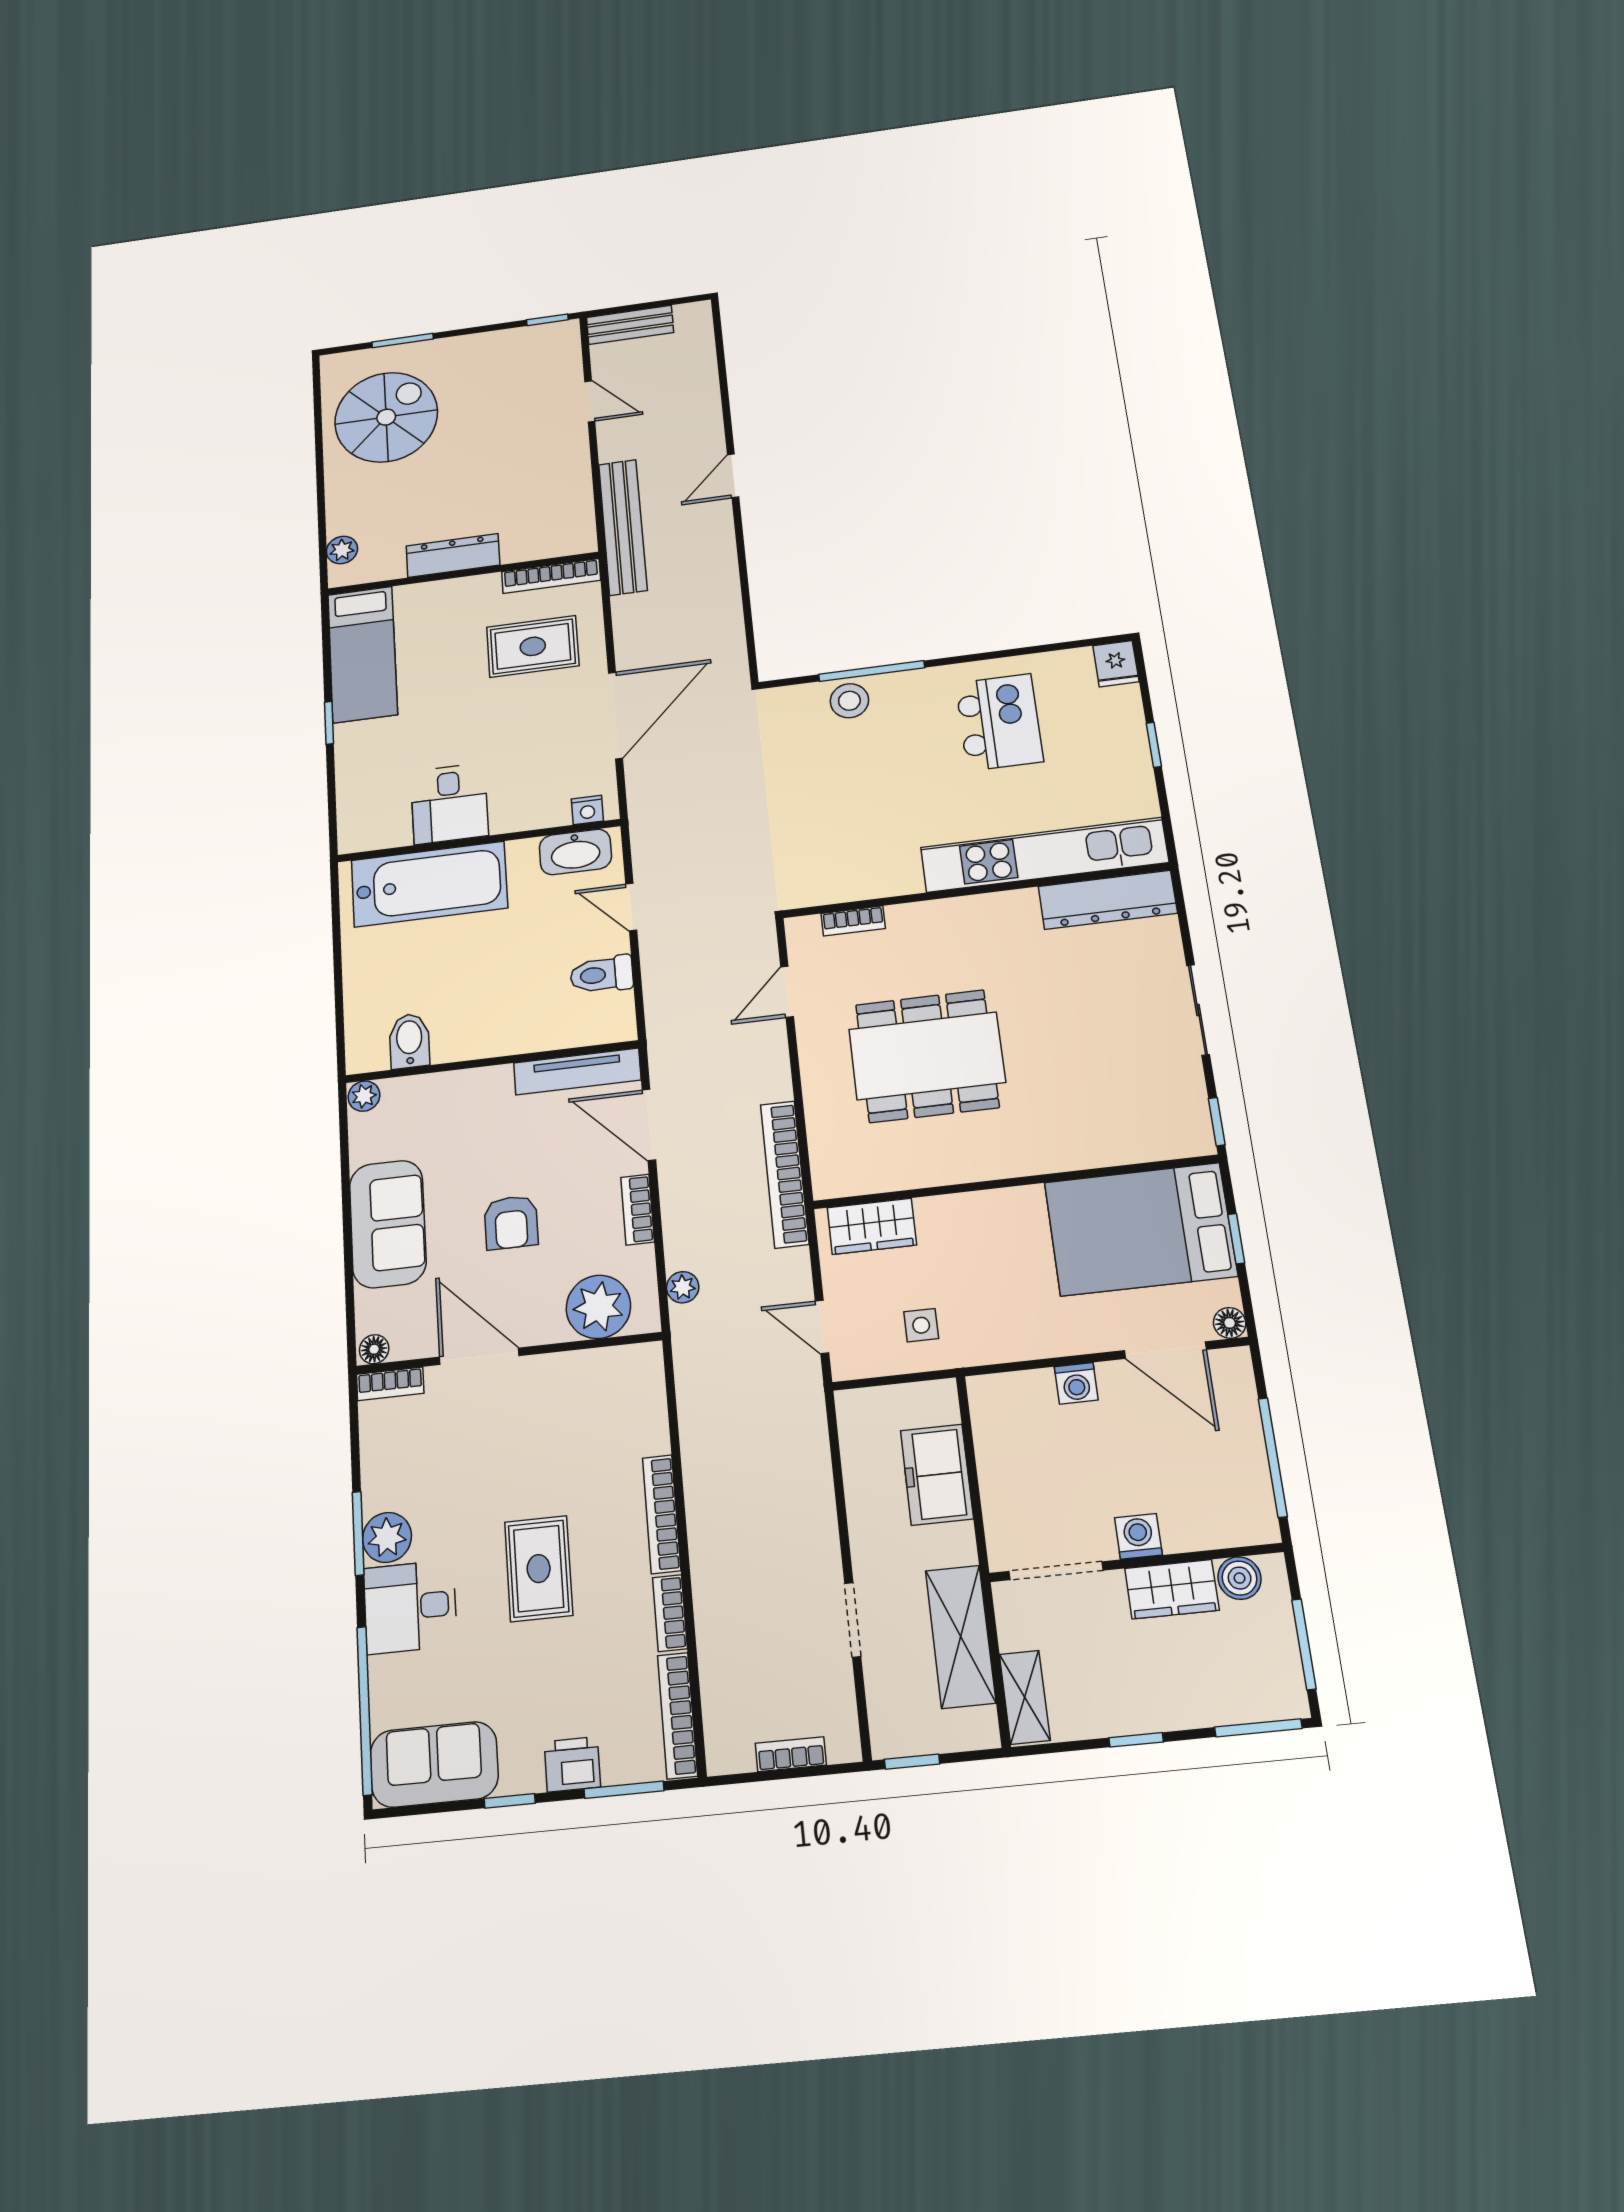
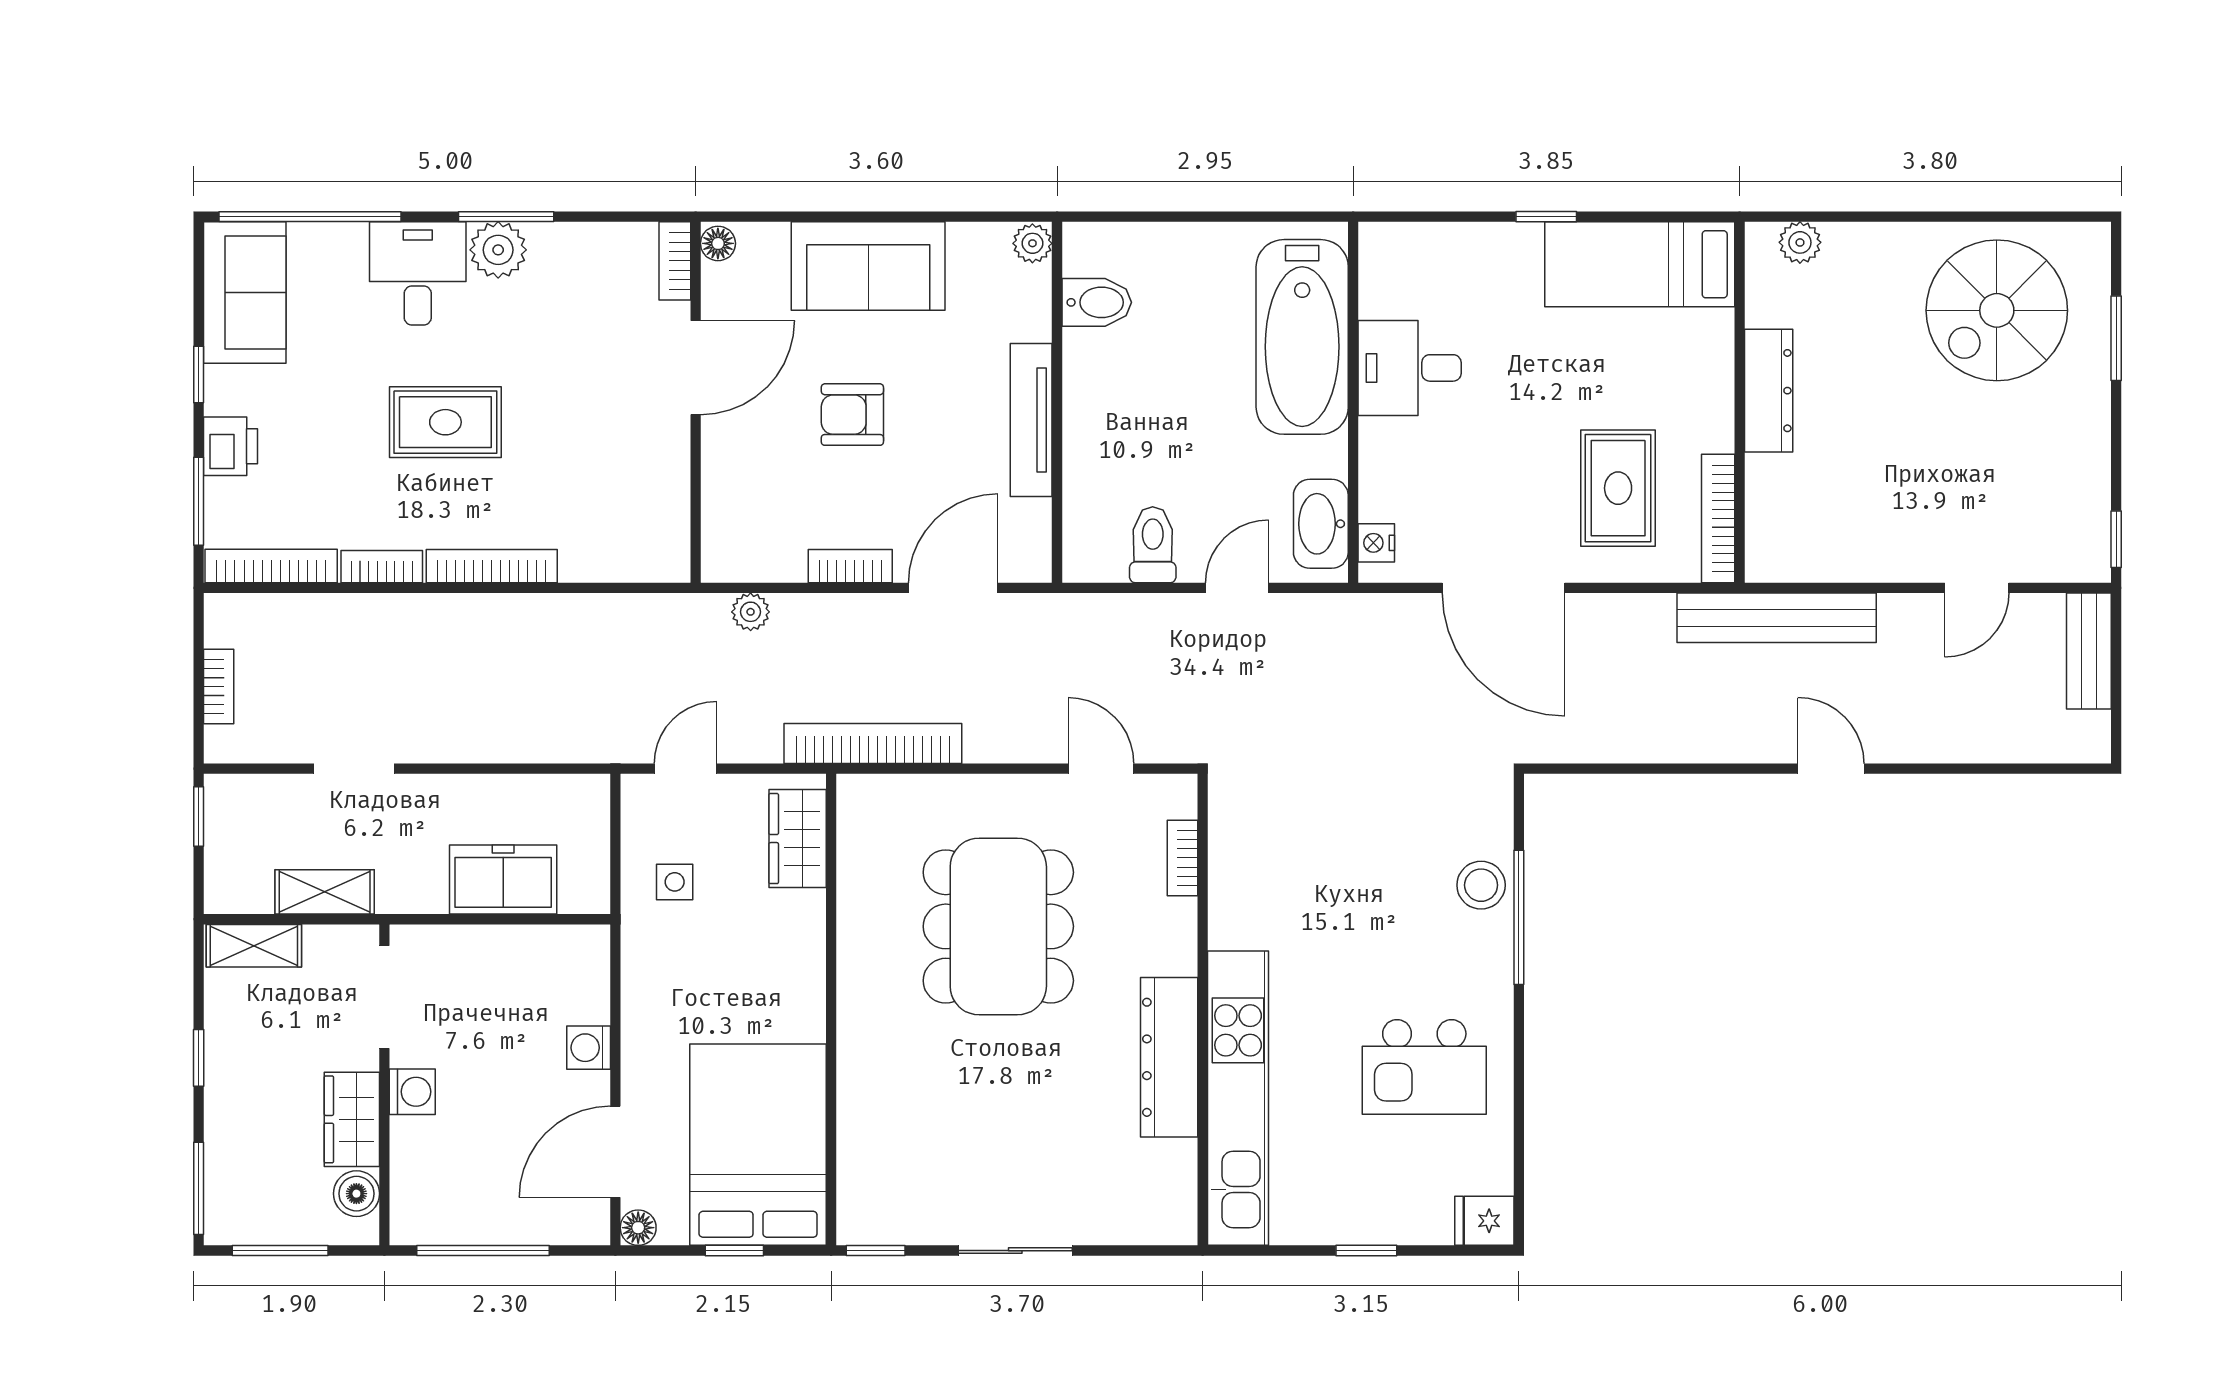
spiral stairs: (386, 417) -> (1997, 310), turned 90
dresser: (1108, 900) -> (1169, 1057), moved
tv unit: (577, 1072) -> (1031, 420), moved
plant: (598, 1307) -> (738, 511), removed
shelving: (961, 1636) -> (325, 892), width x0.67, depth x0.75

